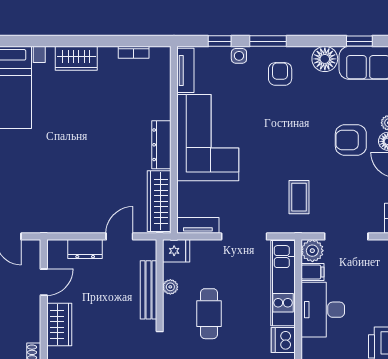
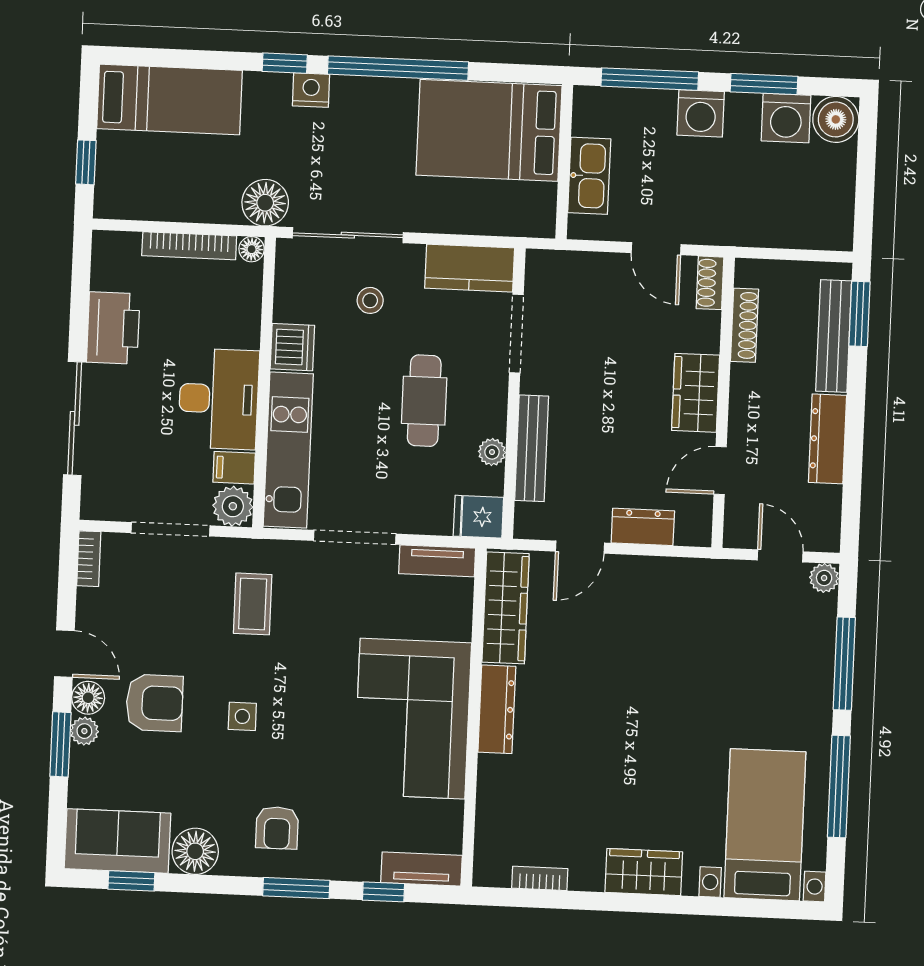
side table: (239, 56) -> (242, 716), moved
tv unit: (185, 70) -> (422, 869), moved, turned 90

